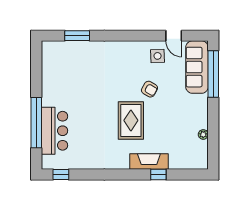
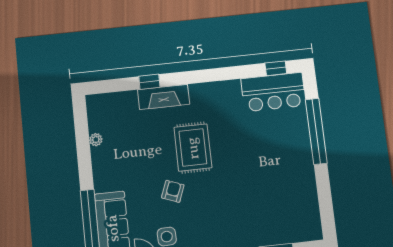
armchair: (149, 89) -> (173, 191), turned 81
bar counter: (54, 131) -> (273, 92), moved, turned -90

